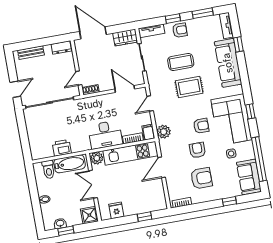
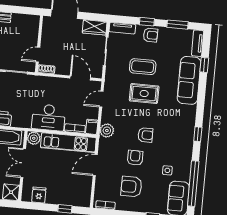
dresser: (61, 48) -> (29, 20), removed
corner sofa: (231, 120) -> (177, 137), removed
armchair: (201, 178) -> (131, 187), turned 180

